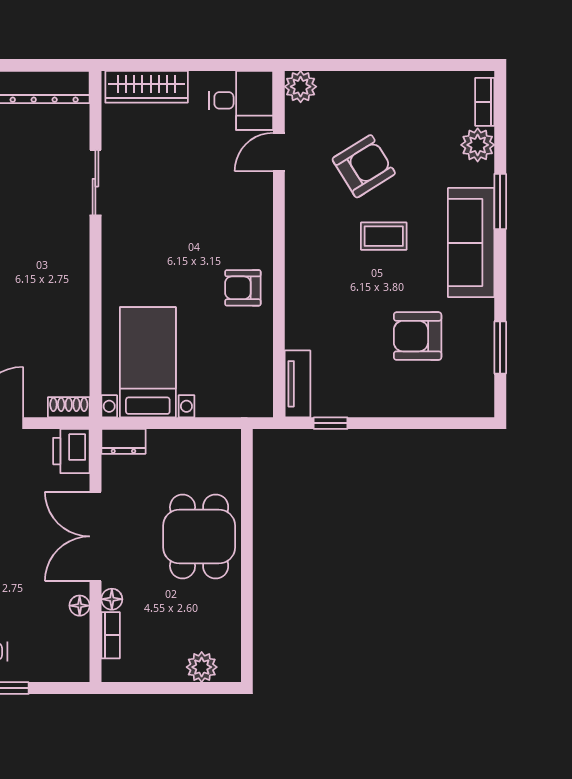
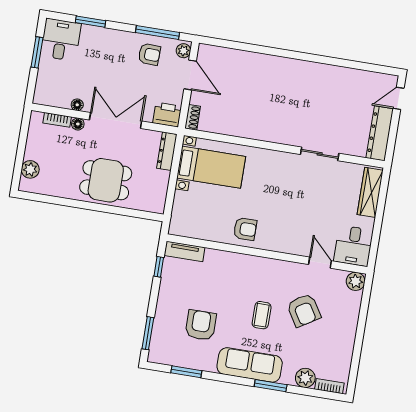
armchair: (243, 288) -> (245, 229), turned 90
window: (446, 423) -> (148, 333), added
dresser: (123, 441) -> (167, 151), width x1.44

